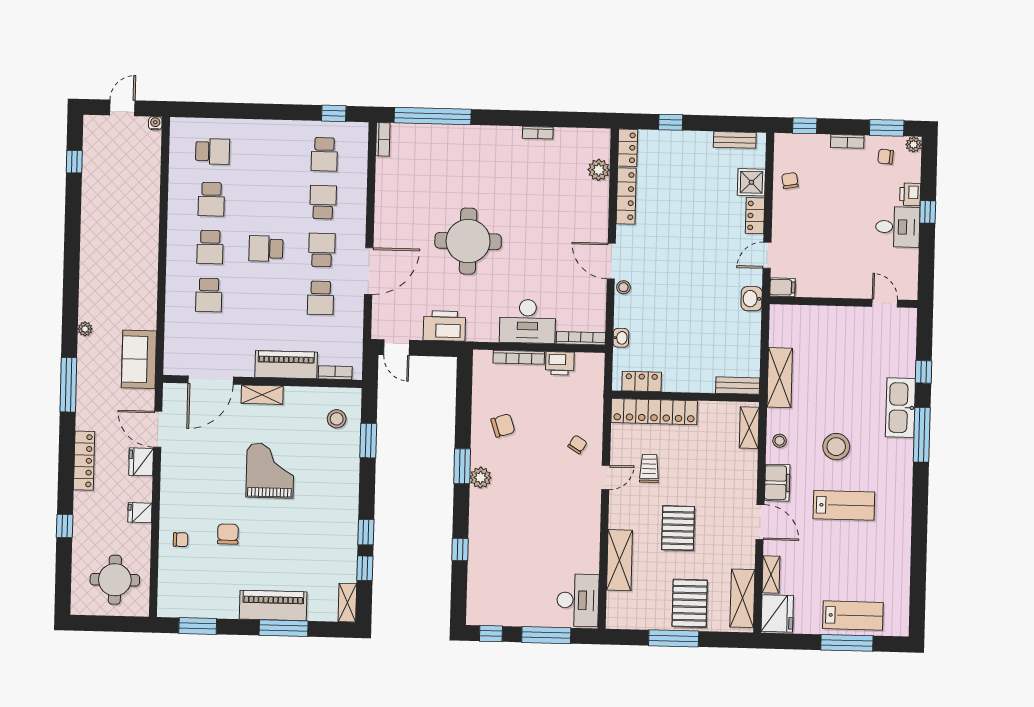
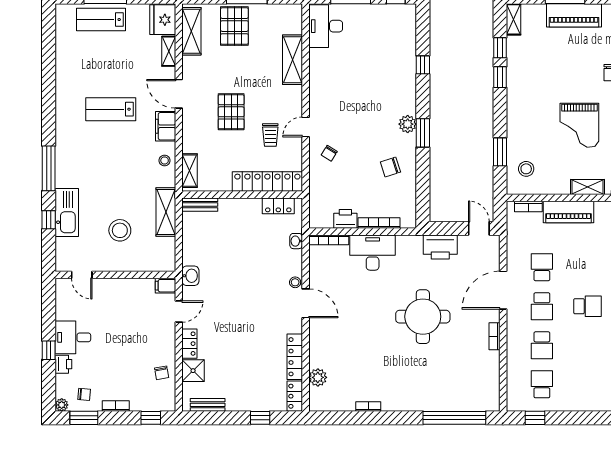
bookcase: (383, 139) -> (494, 336), moved
kitchen sink: (900, 408) -> (67, 213), moved
stool: (836, 447) -> (120, 230), moved
pallet: (678, 528) -> (231, 112), moved

